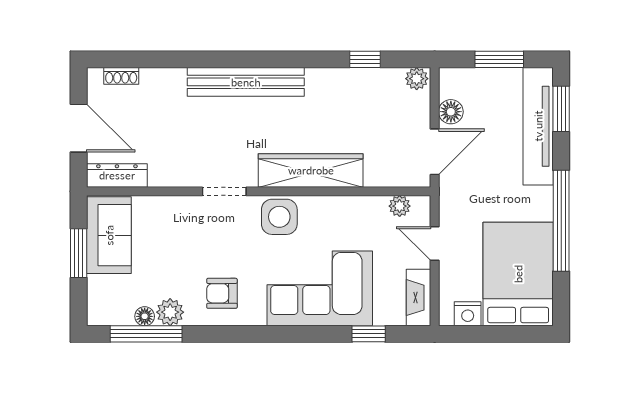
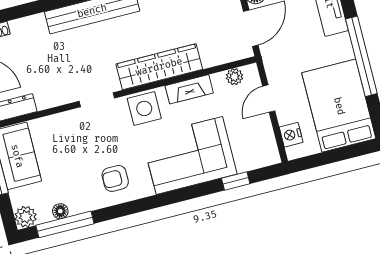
door: (435, 243) -> (269, 99), hinge flipped
fireplace: (418, 298) -> (189, 89), moved, turned -90
plant: (170, 312) -> (26, 217), moved
nightstand: (468, 314) -> (291, 135), moved, turned 90

